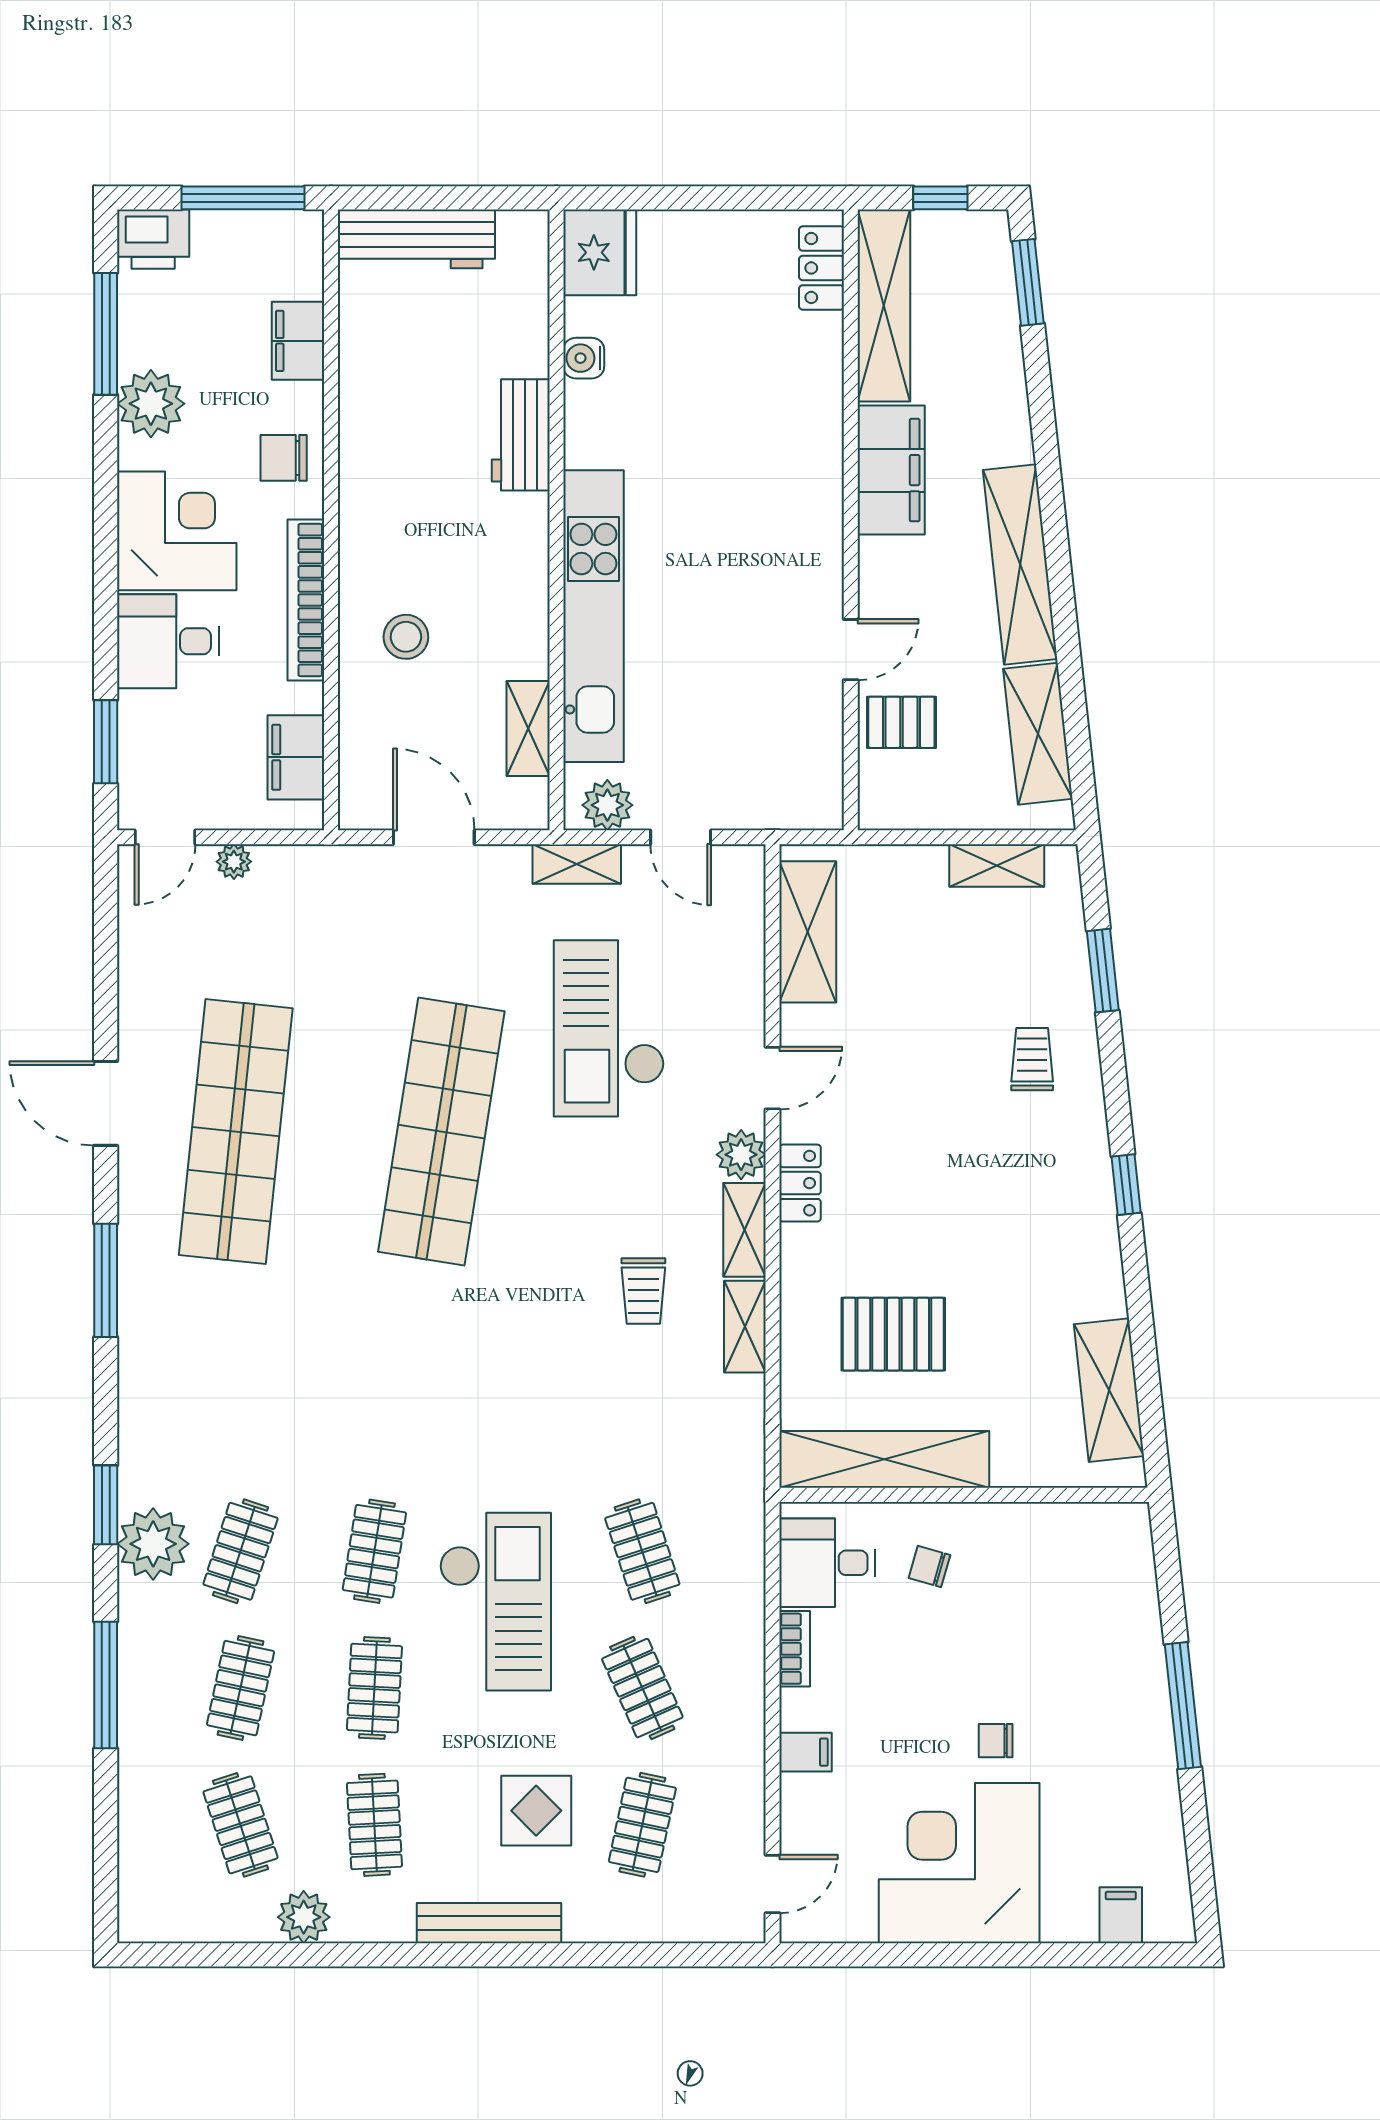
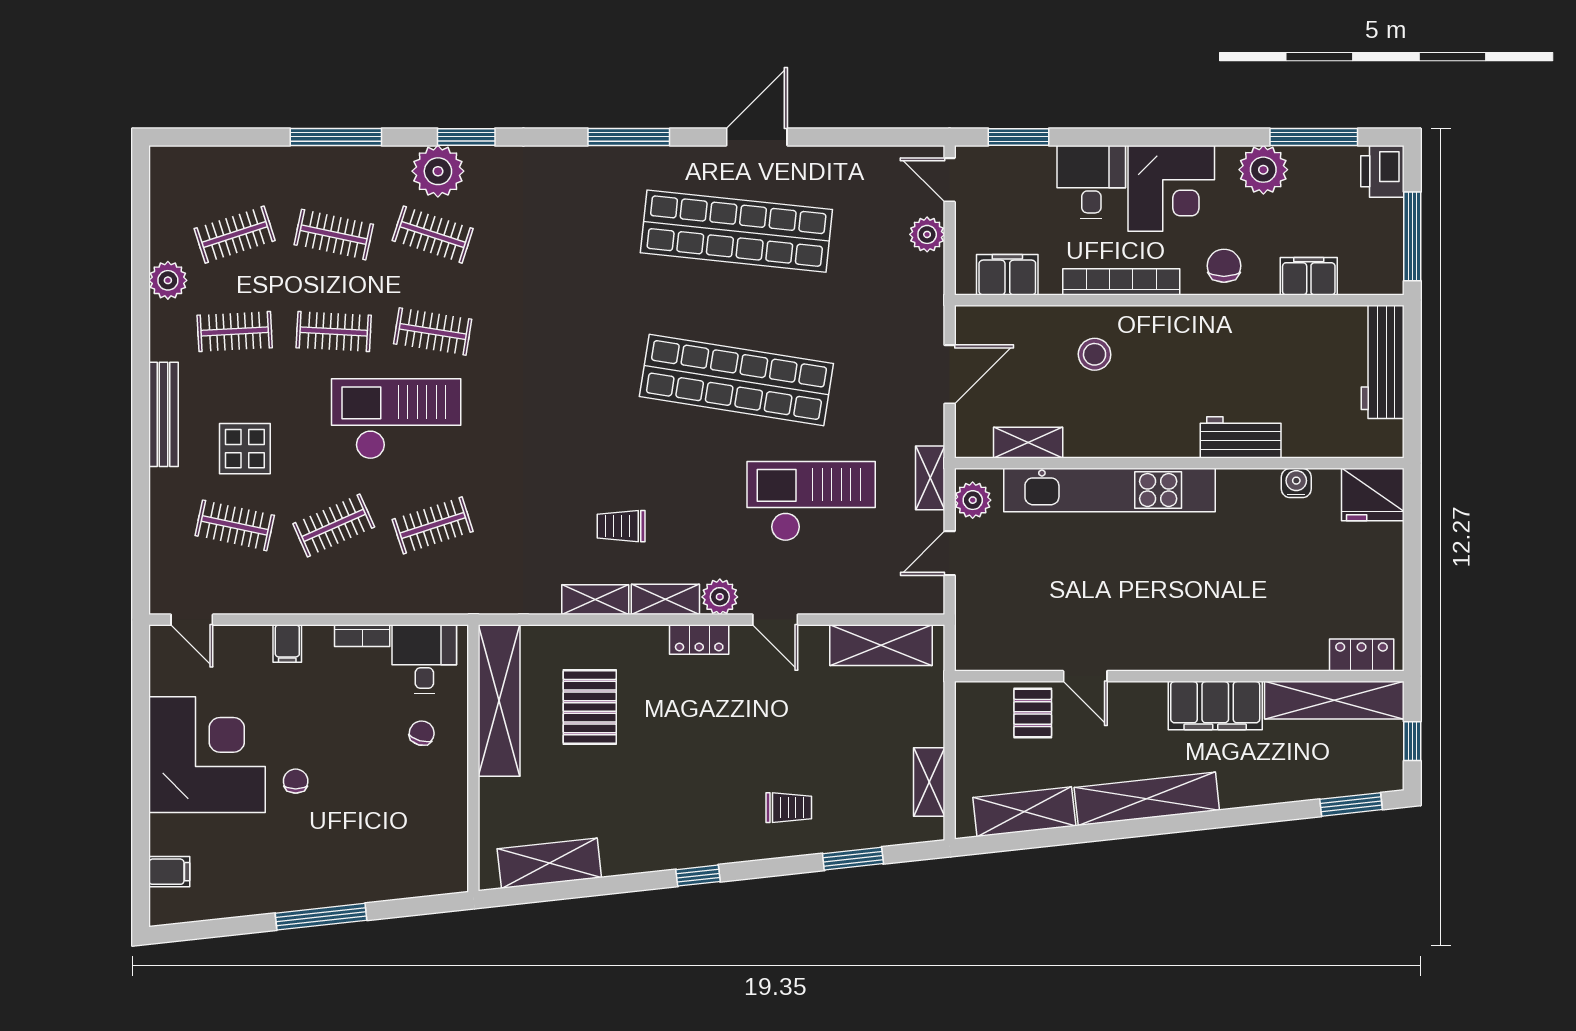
plant: (234, 862) -> (927, 234), width x1.38, depth x1.38
checkout: (495, 1602) -> (396, 419), turned 180

